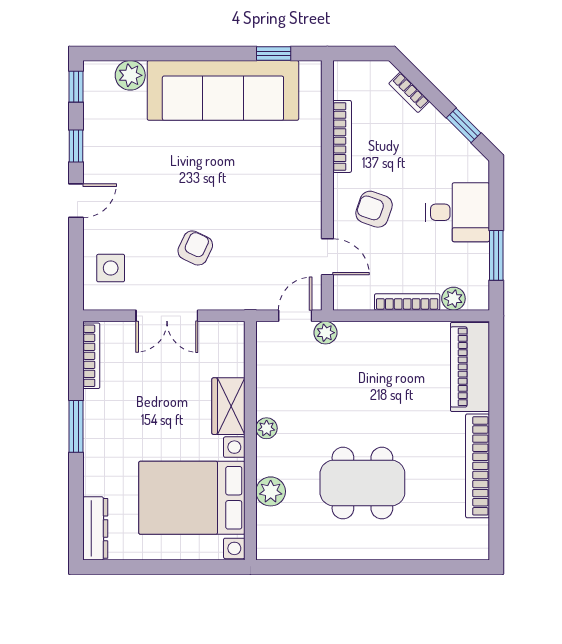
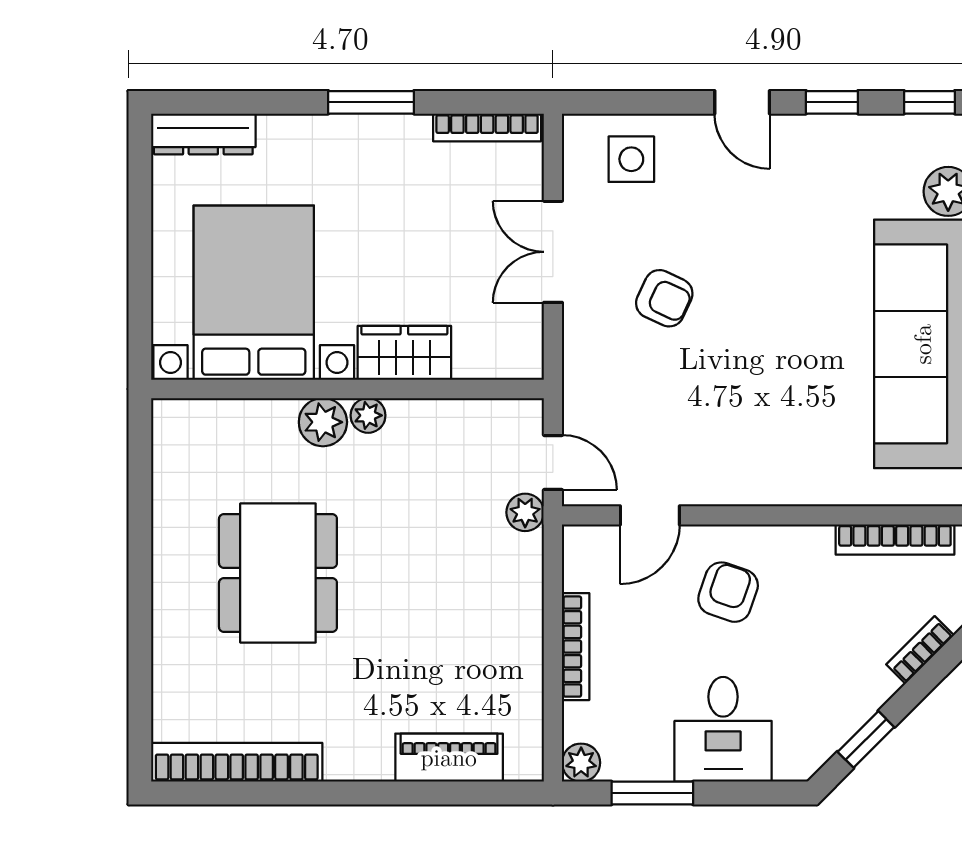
bookcase: (342, 136) -> (895, 540), moved
plant: (453, 299) -> (581, 763), moved
piano: (470, 367) -> (449, 758), width x0.73, depth x0.75
bookcase: (478, 466) -> (237, 762), moved
plant: (271, 491) -> (323, 422), moved

